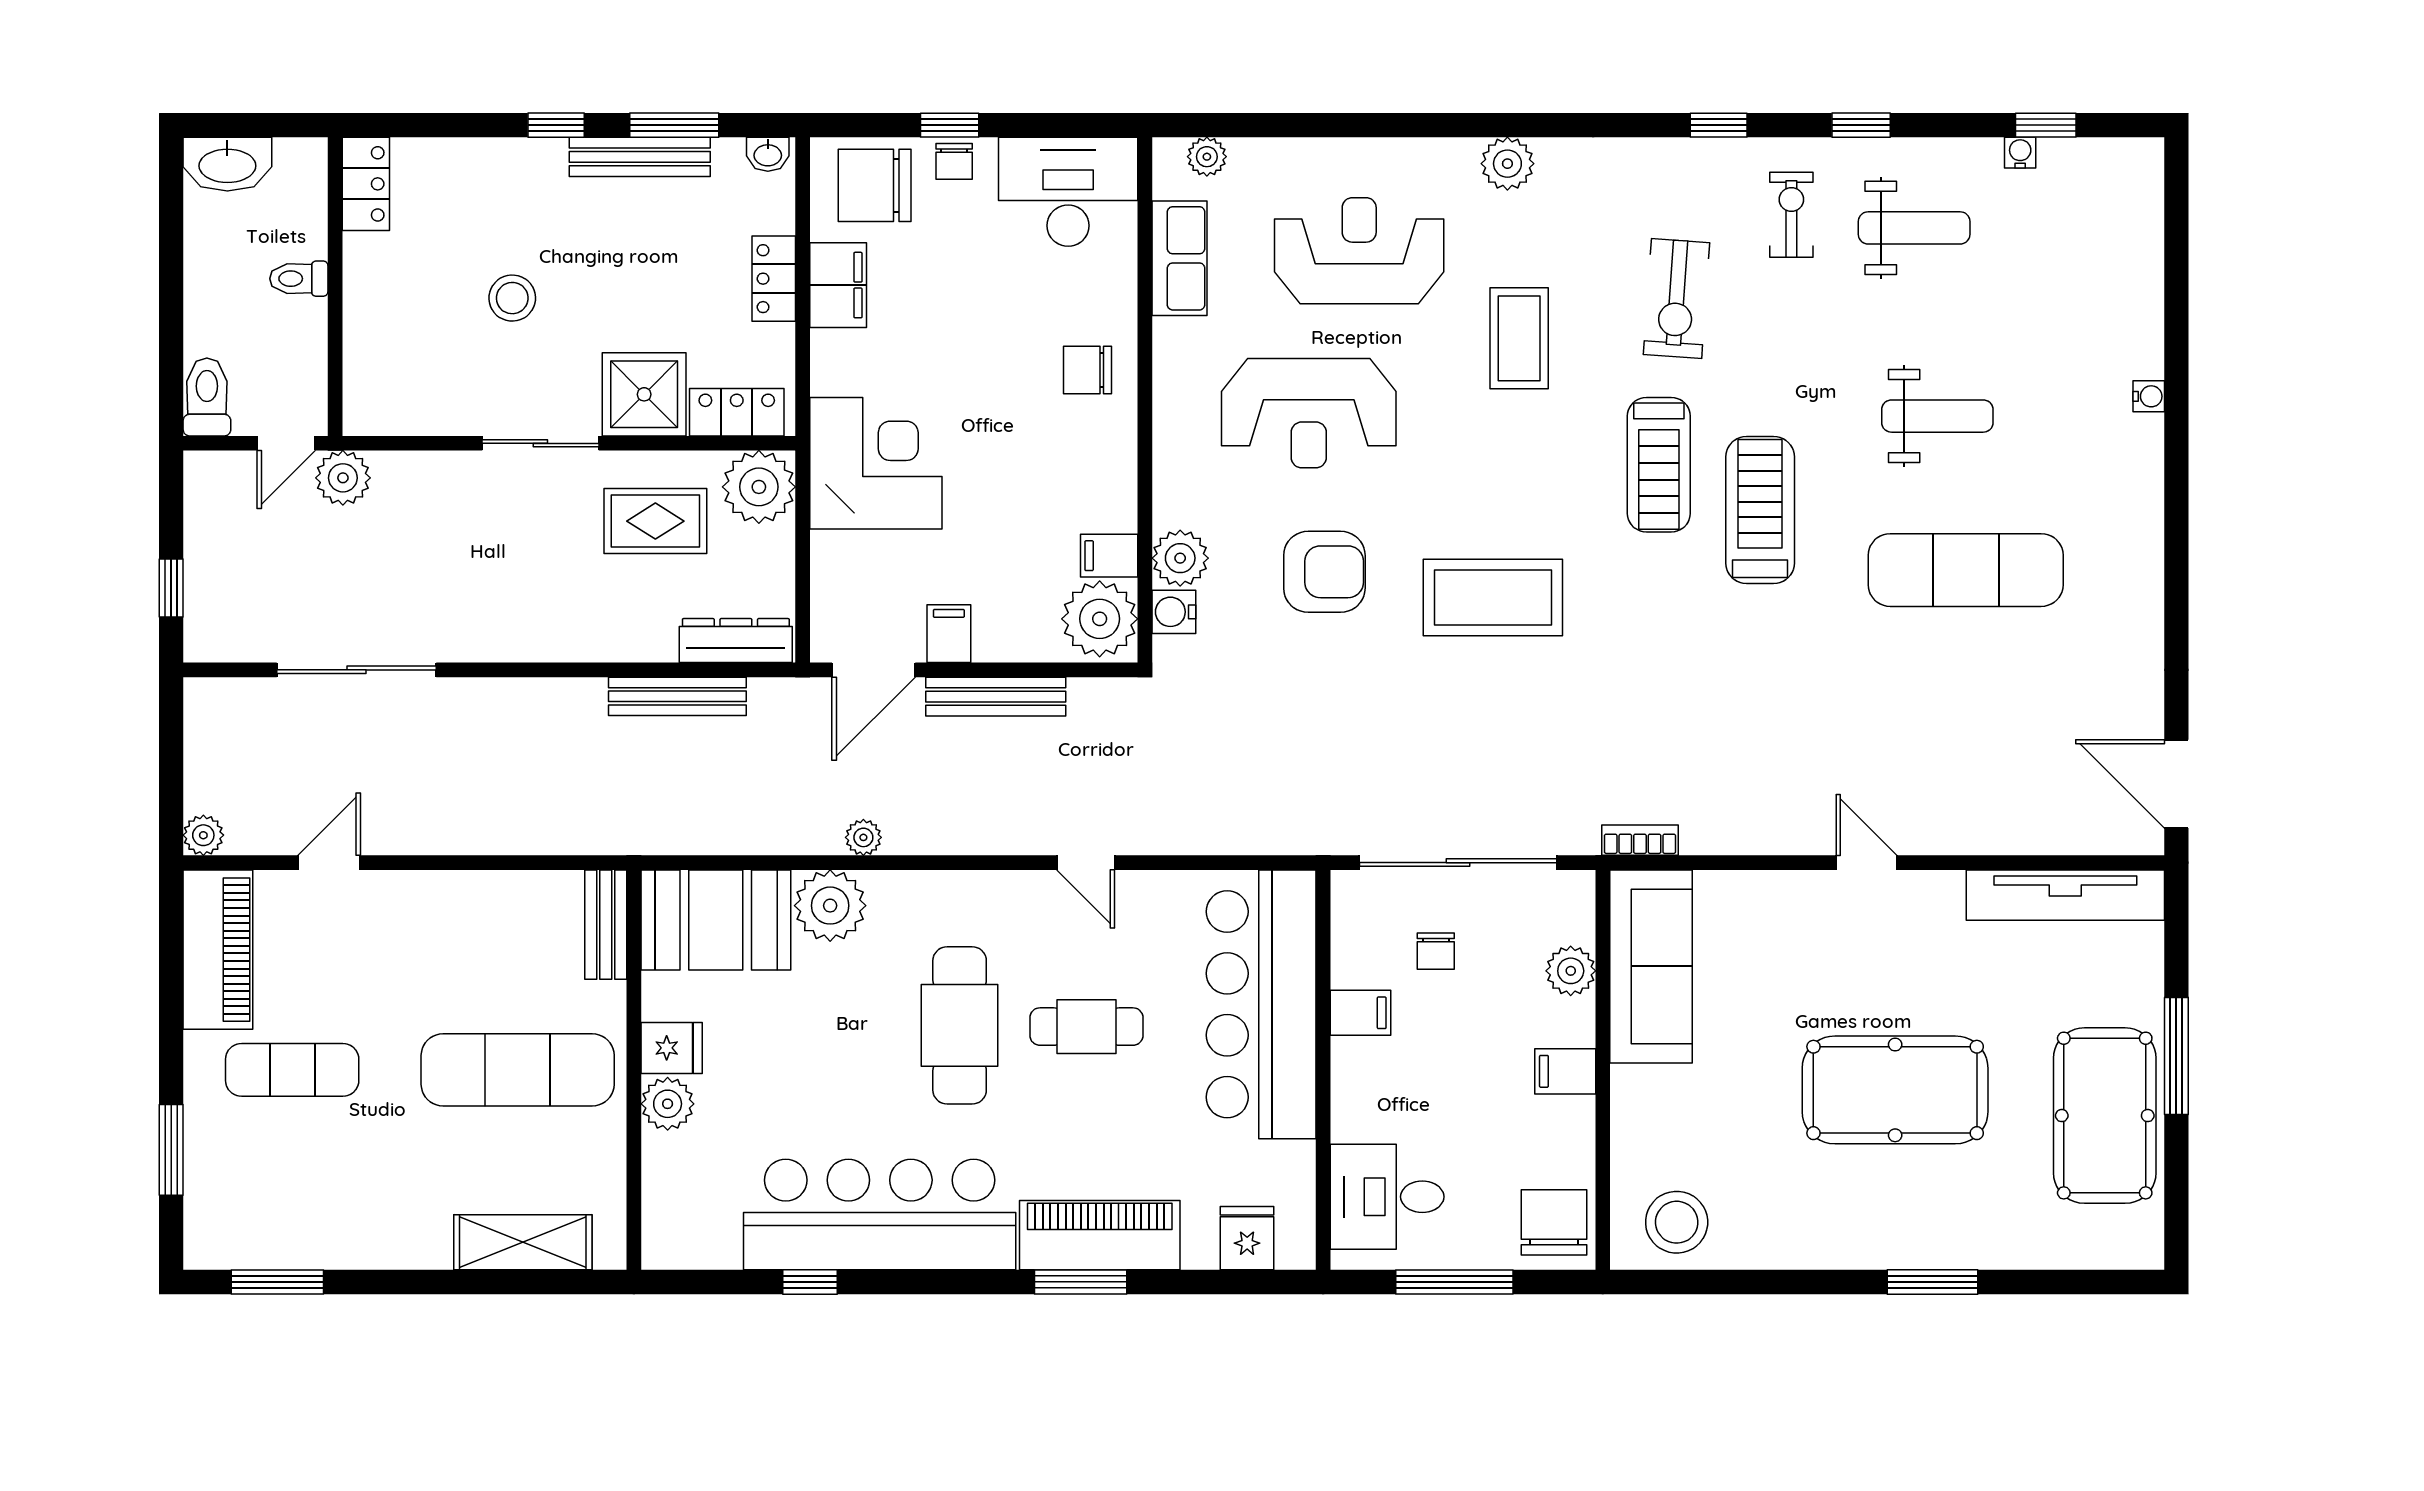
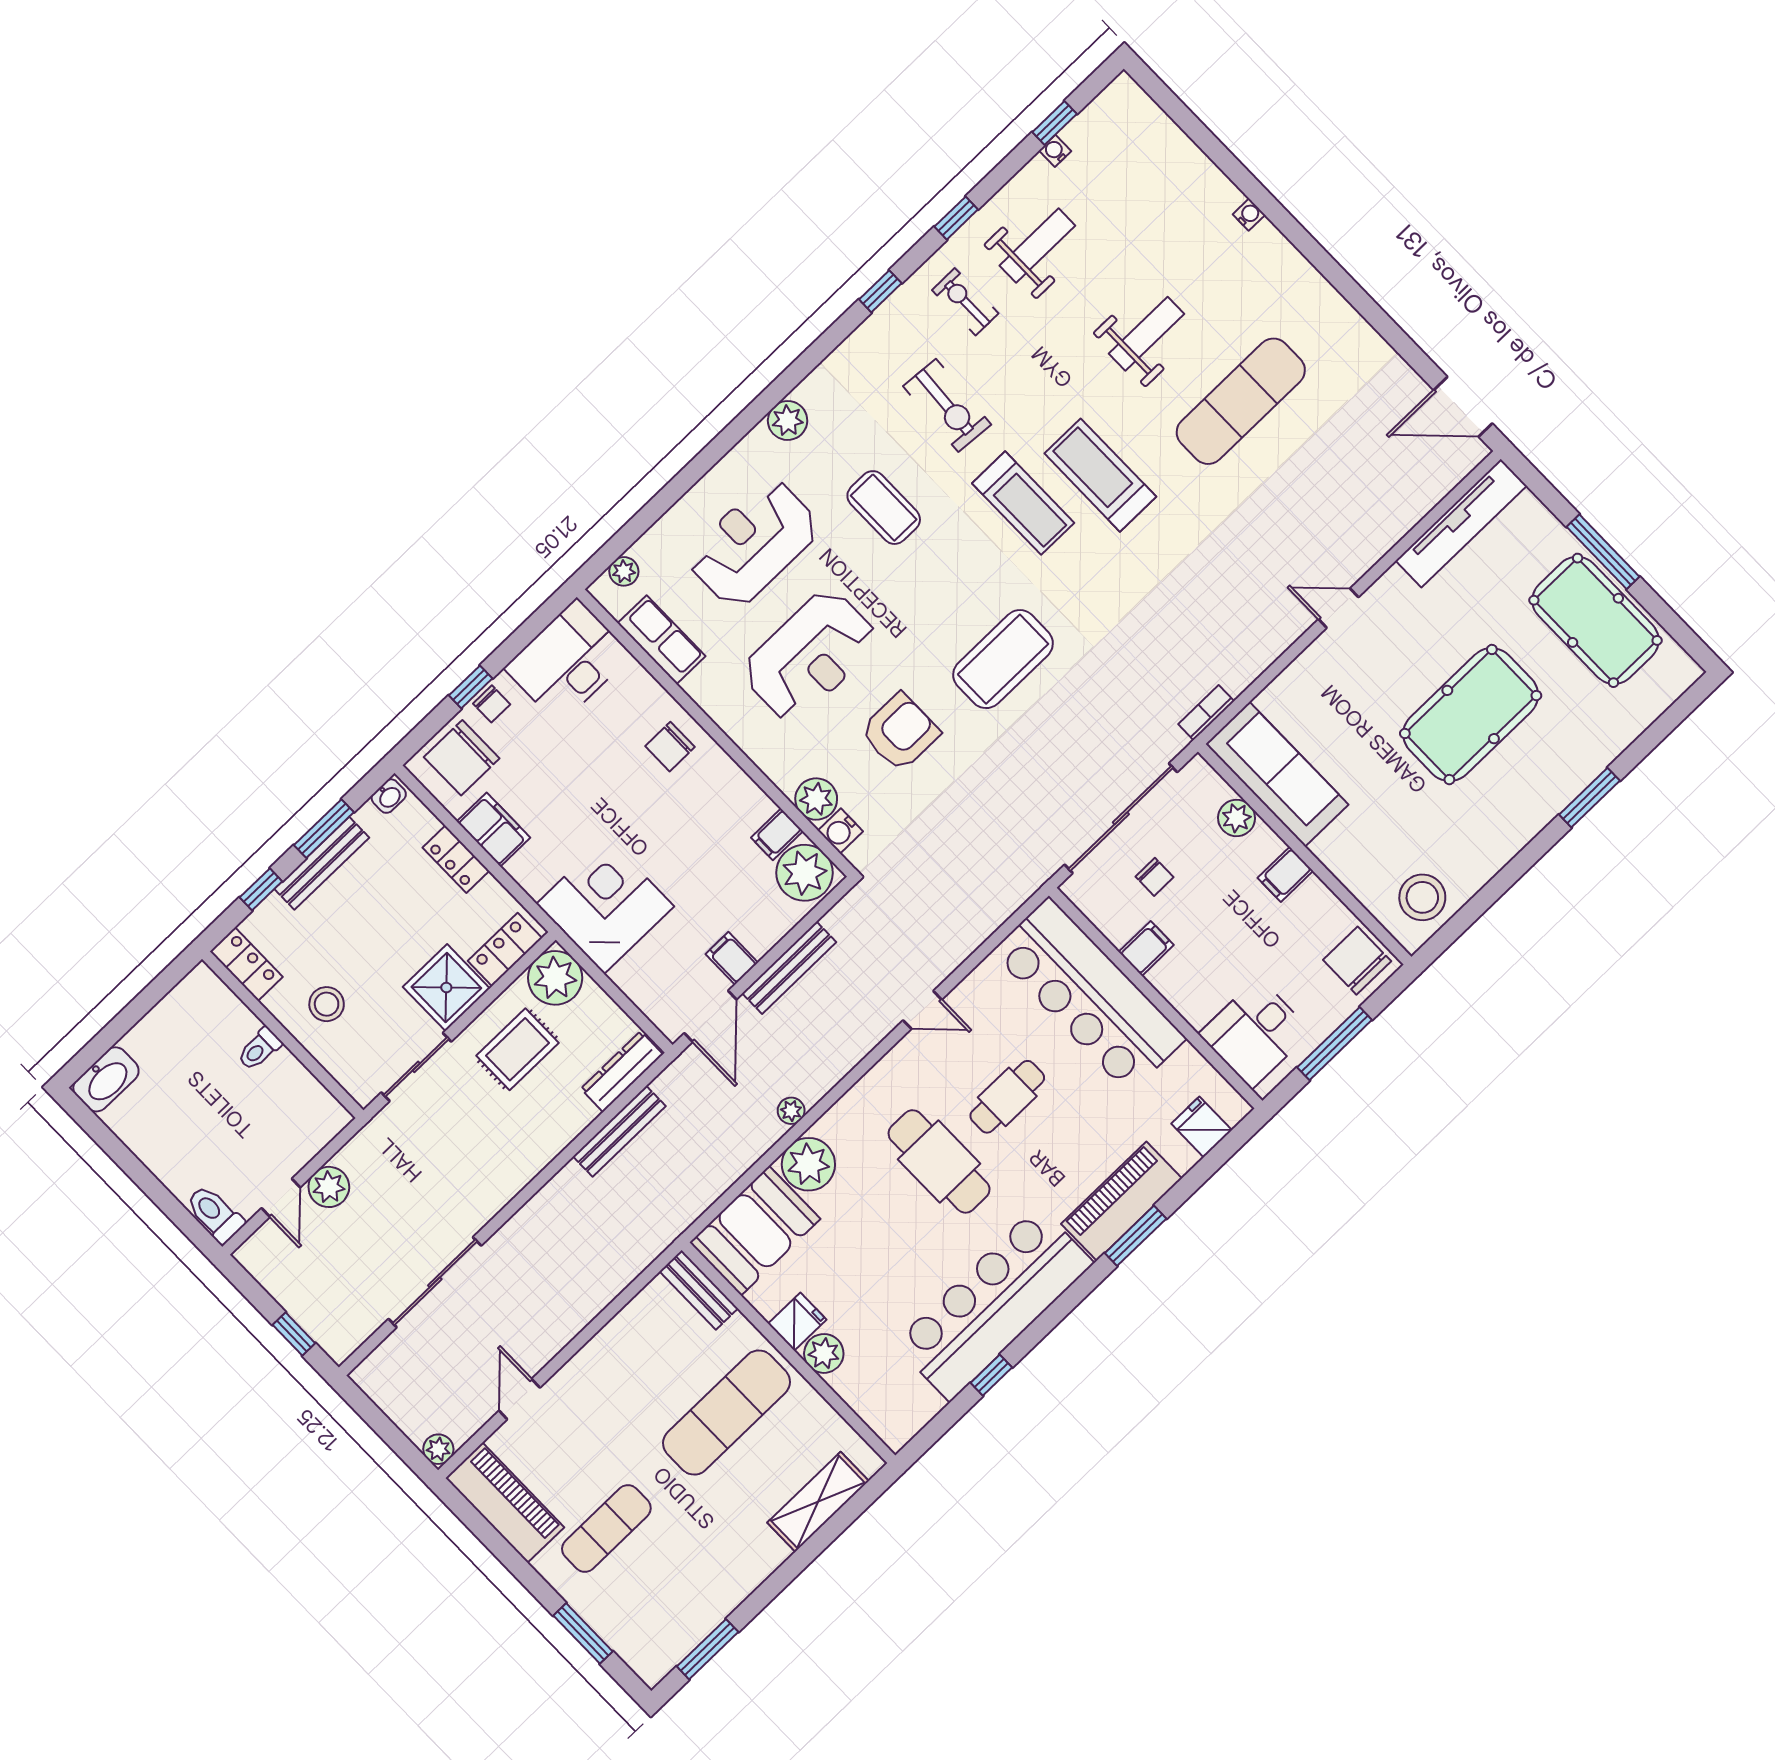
locker: (366, 184) -> (246, 964), moved
toilet: (299, 279) -> (259, 1049), moved
wall: (335, 287) -> (283, 1035), moved

